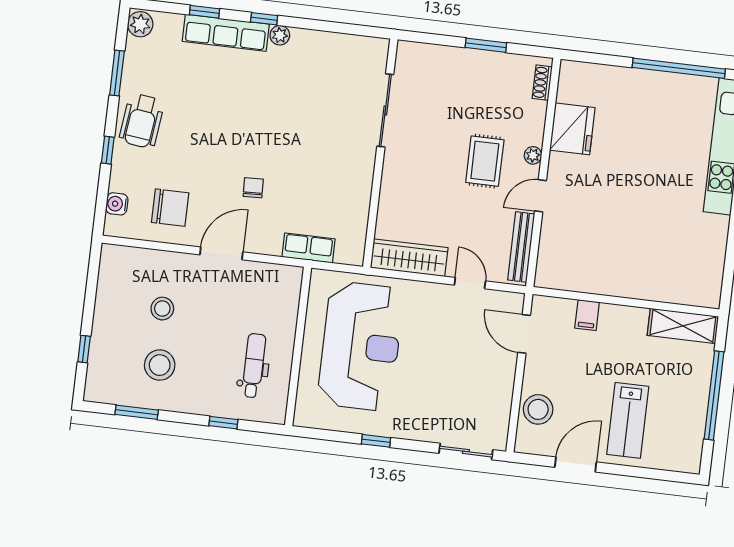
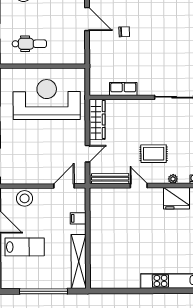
plant: (533, 155) -> (173, 179), moved
row of seats: (309, 248) -> (123, 89), moved, turned -90
shelving: (683, 326) -> (79, 262), width x1.47
reception desk: (361, 346) -> (47, 100), turned 180
lab bench: (628, 420) -> (25, 247), turned 180

